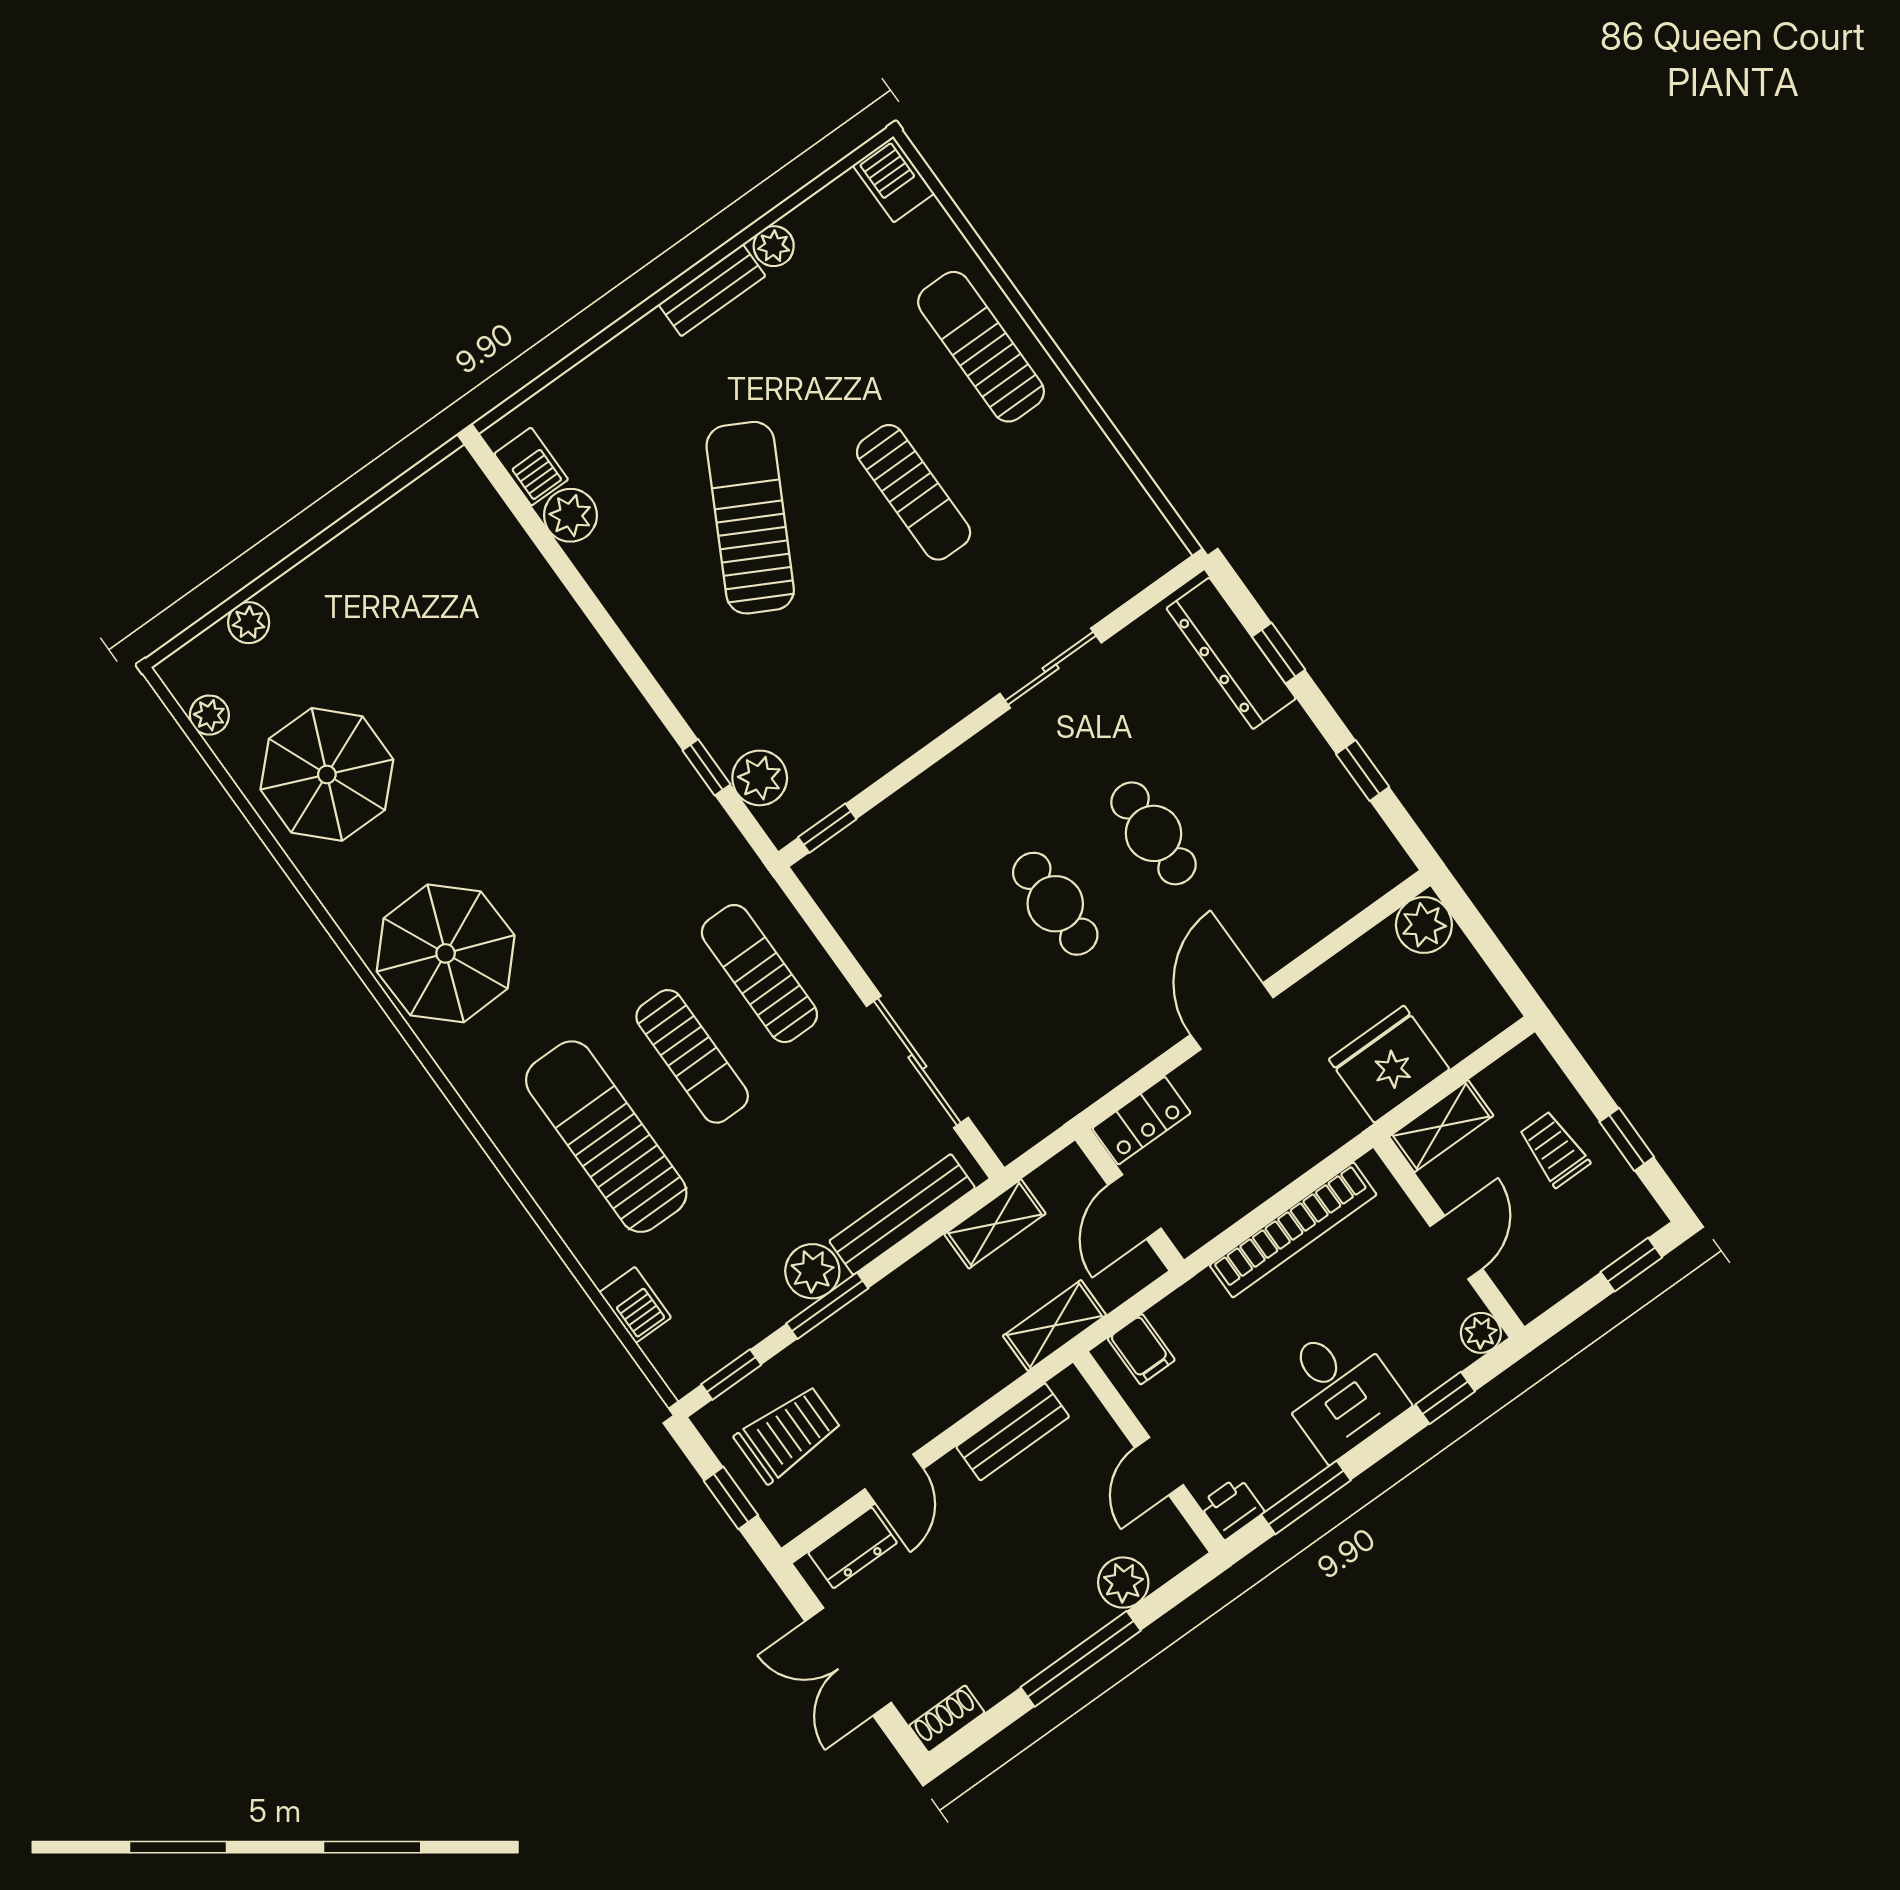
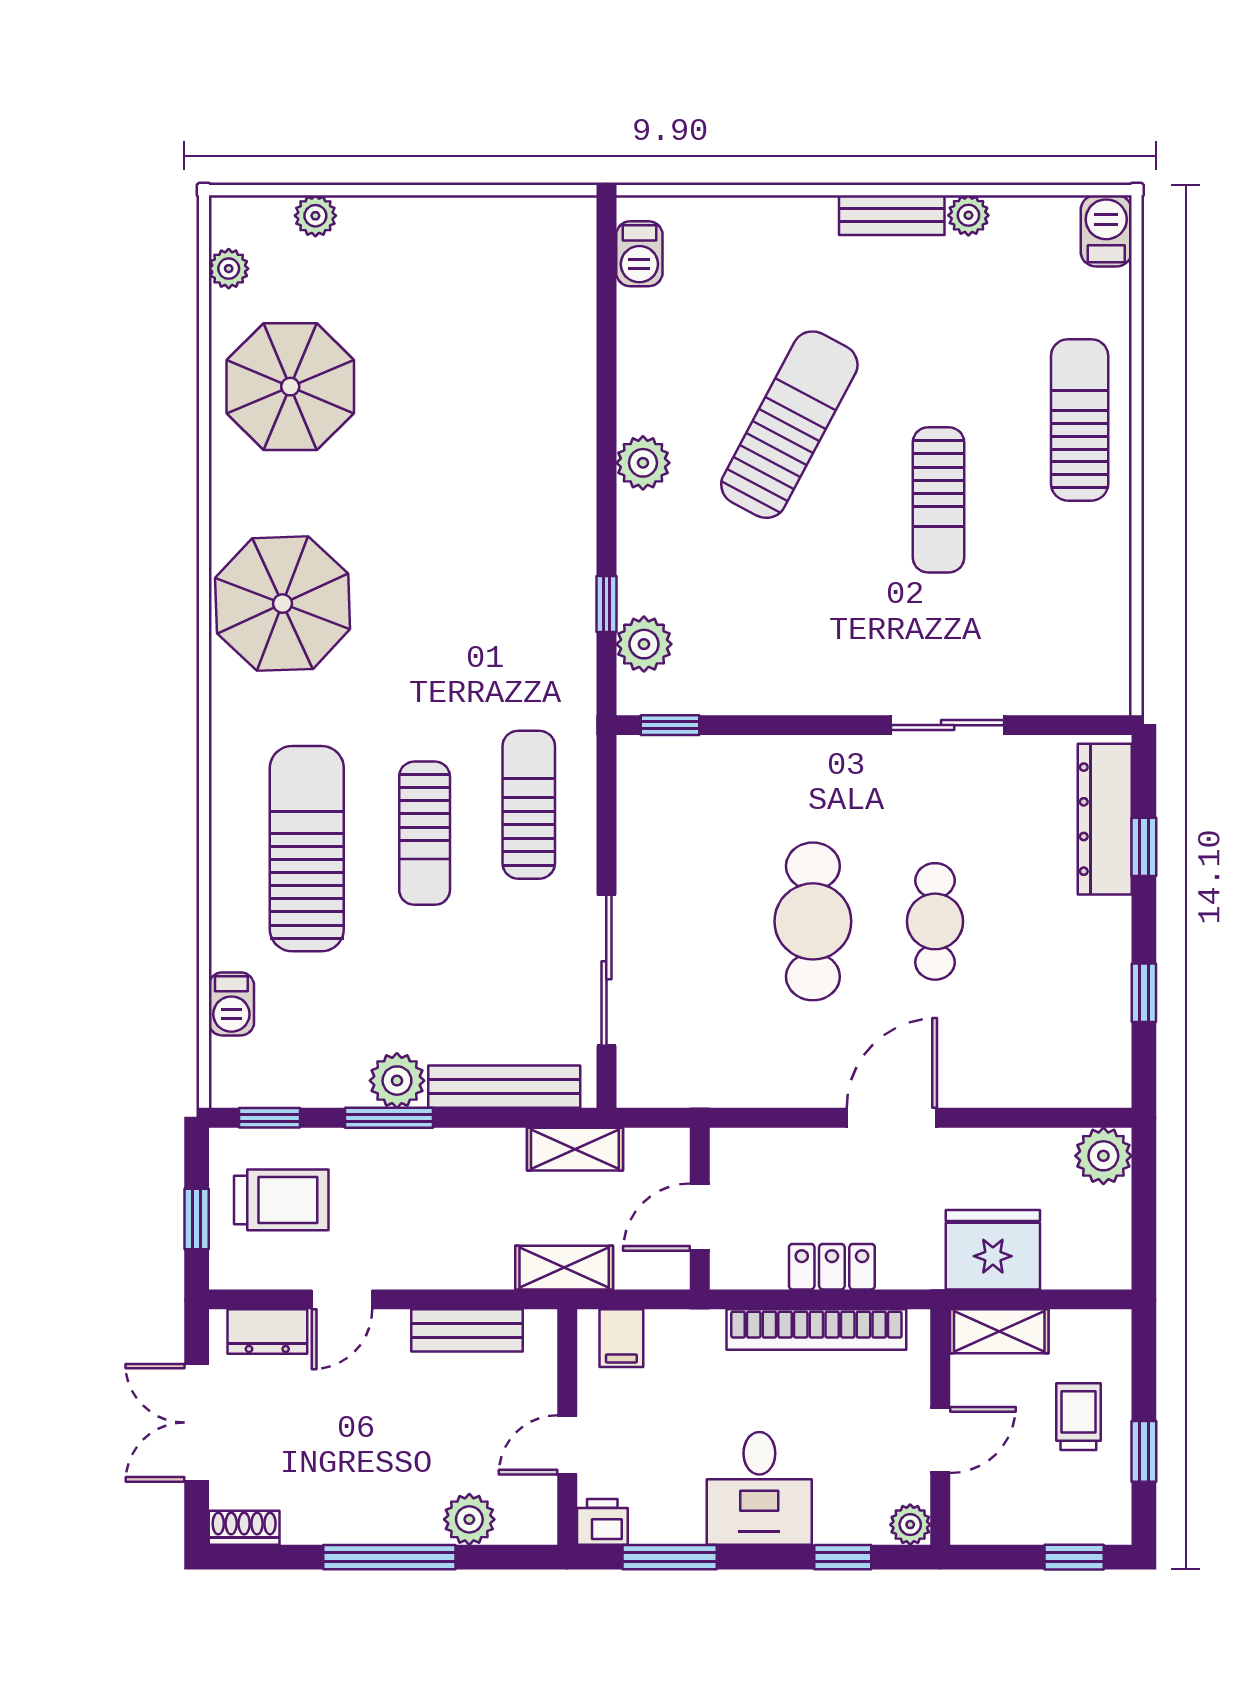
plant: (570, 515) -> (643, 463), moved
cafe table: (1055, 904) -> (813, 921), width x1.37, depth x1.35
locker: (1141, 1121) -> (832, 1267), moved, turned 180

